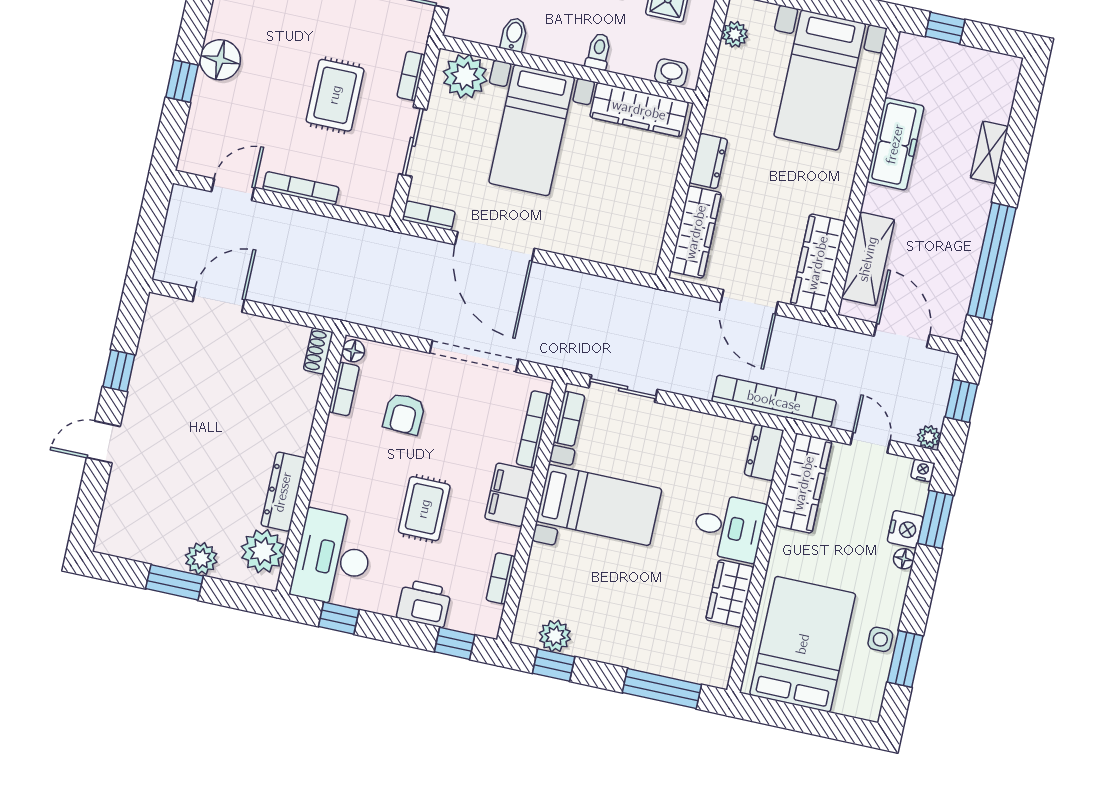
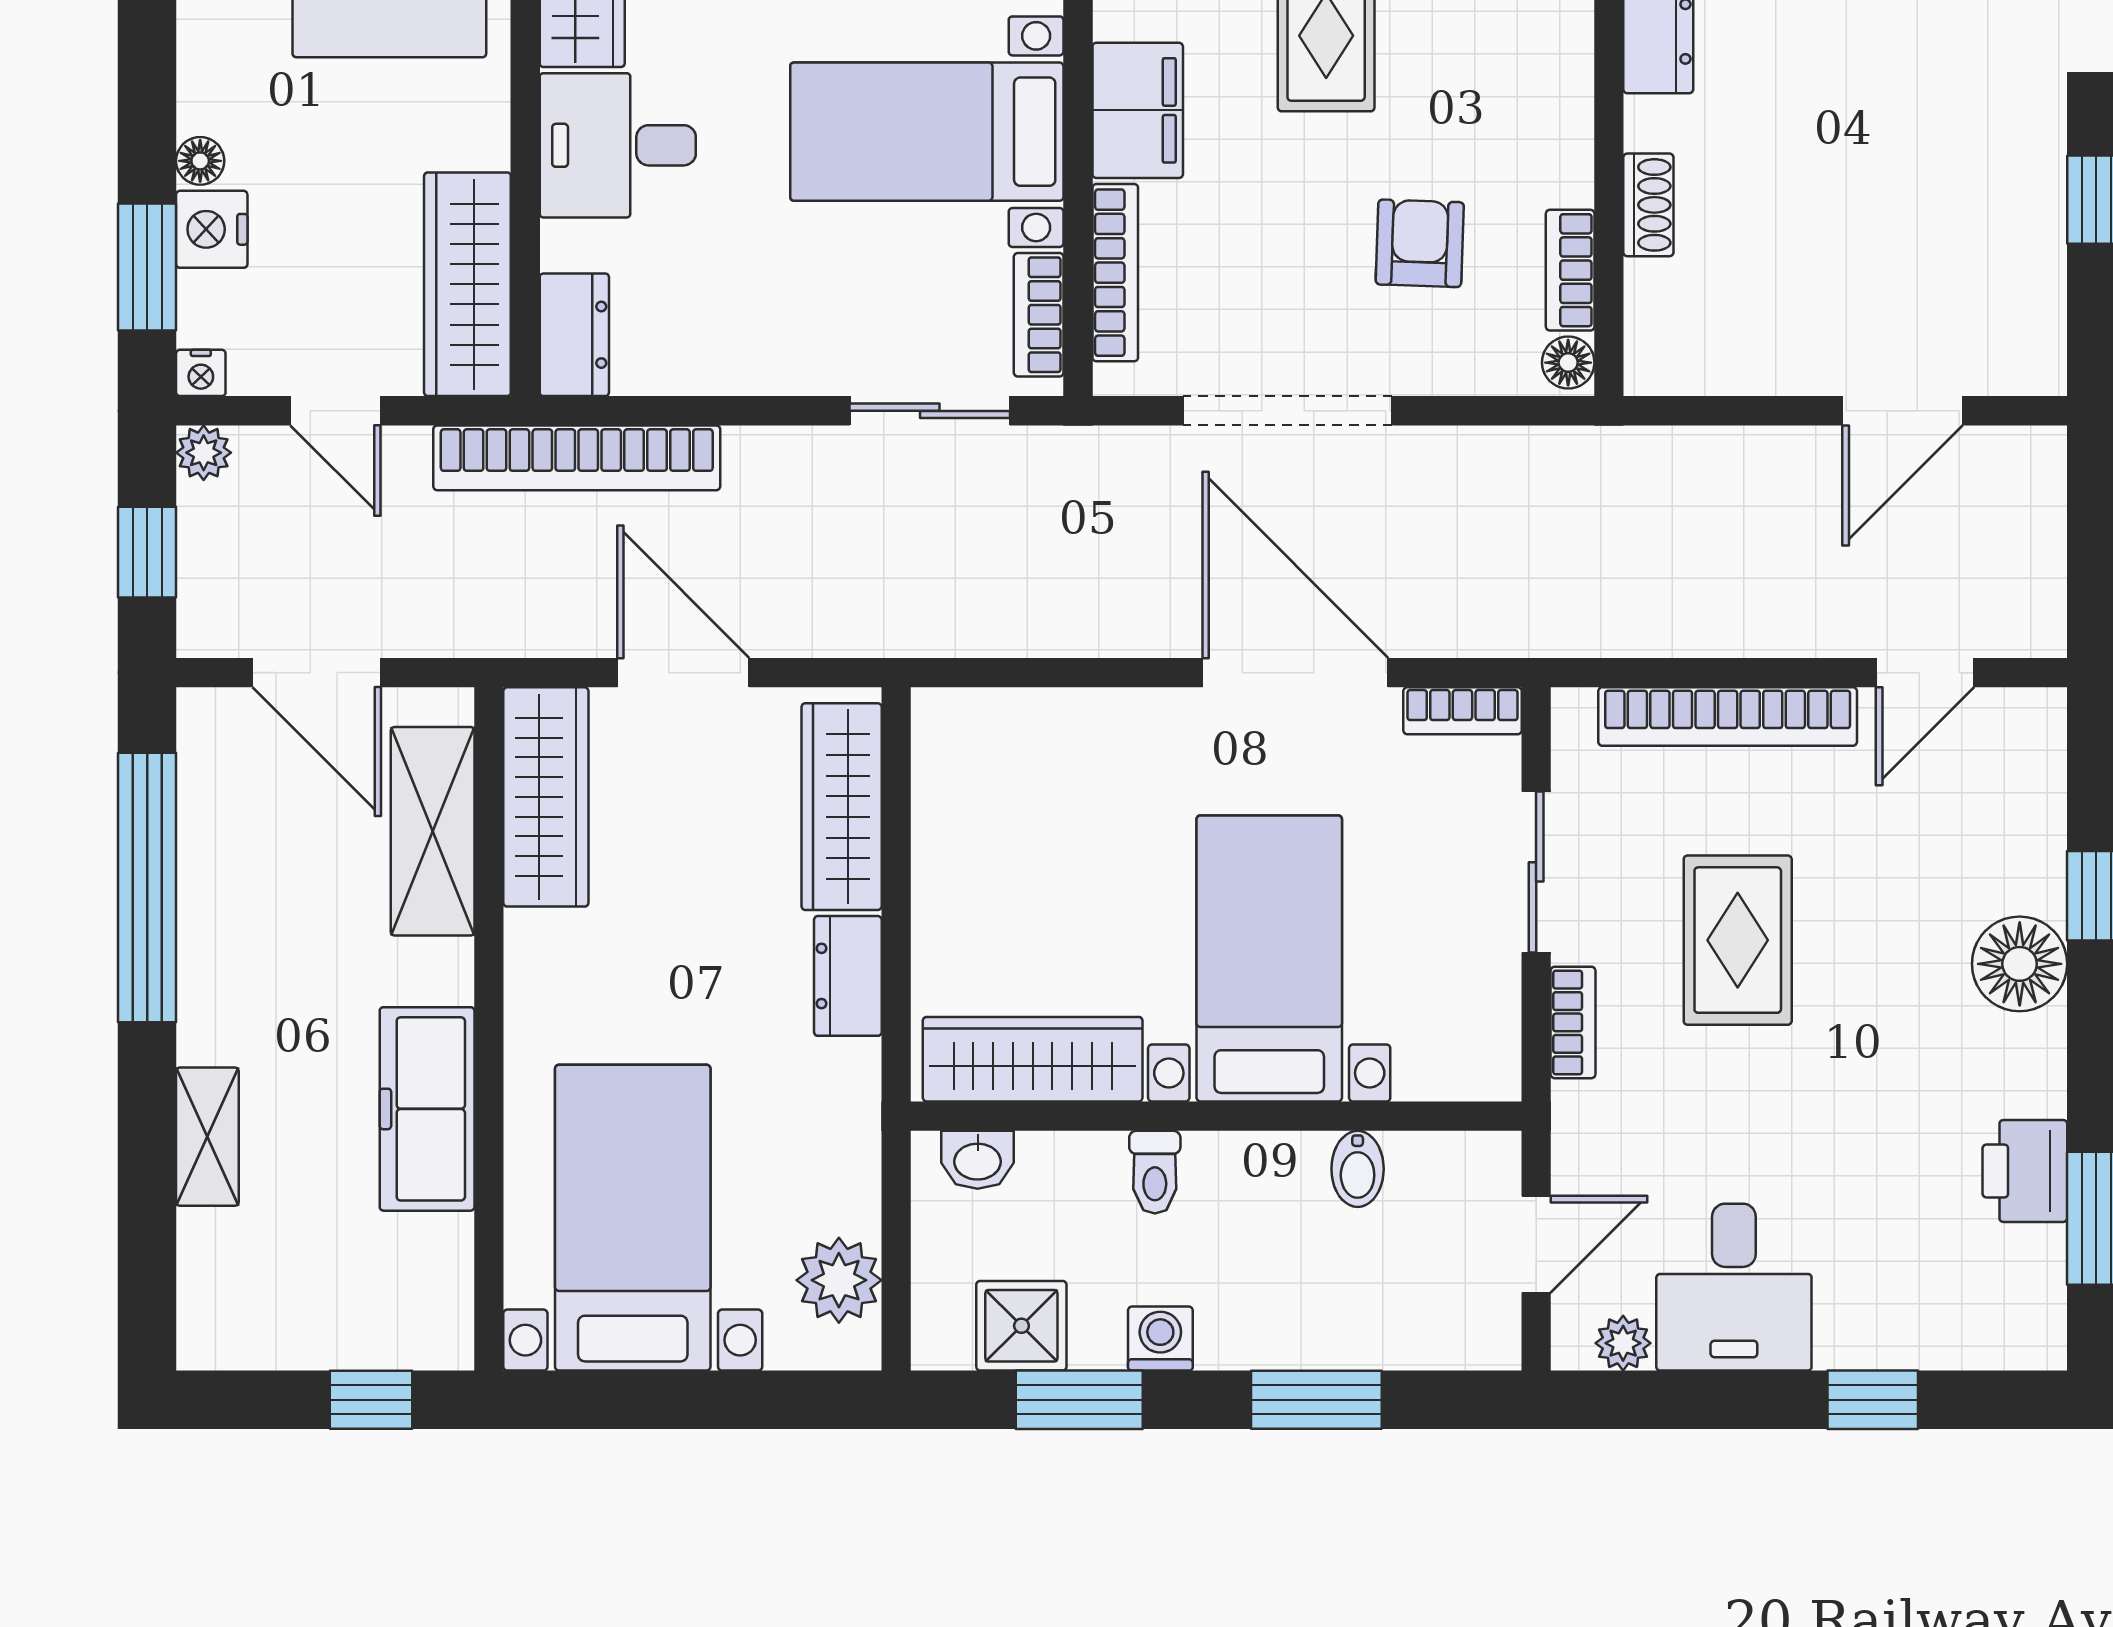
plant: (735, 34) -> (839, 1280), width x1.38, depth x1.38
plant: (465, 76) -> (1449, 1049), removed
bookcase: (301, 188) -> (1728, 716), width x1.48, depth x1.31
shoe rack: (318, 351) -> (1648, 205), moved

